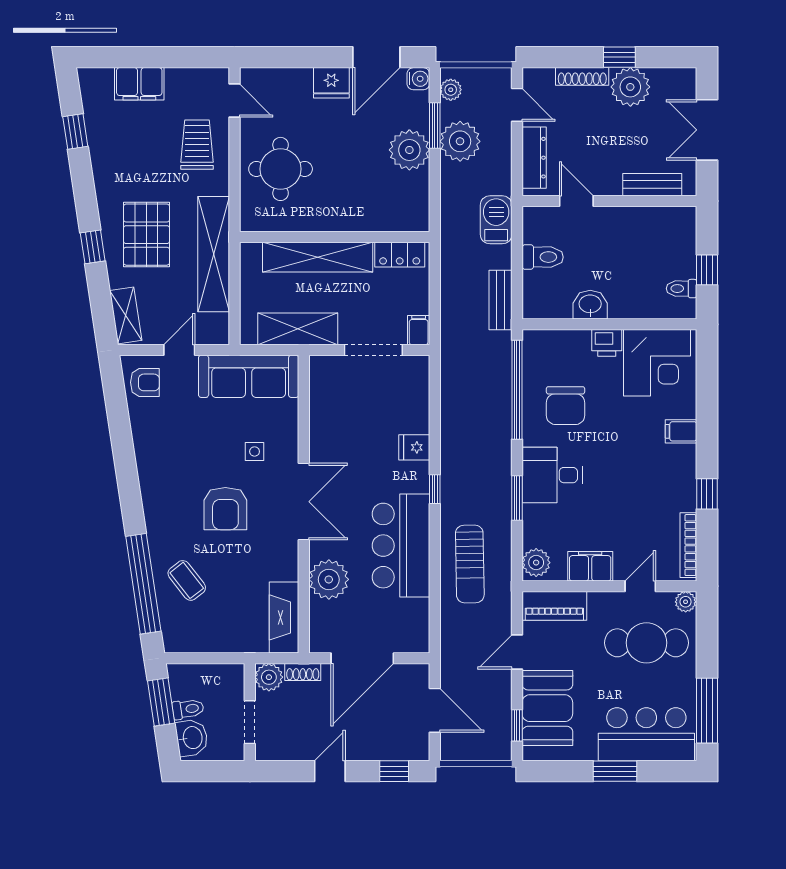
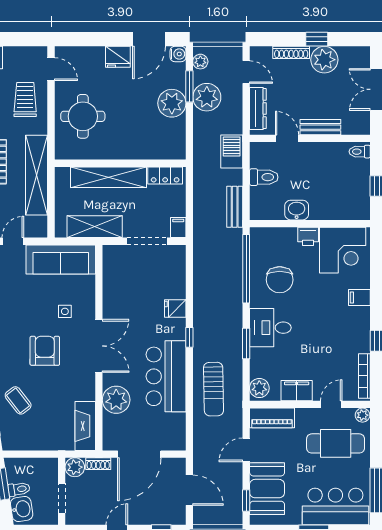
bench: (652, 185) -> (320, 127), moved
toilet: (682, 289) -> (360, 152), moved
armchair: (225, 509) -> (45, 351), turned 180

